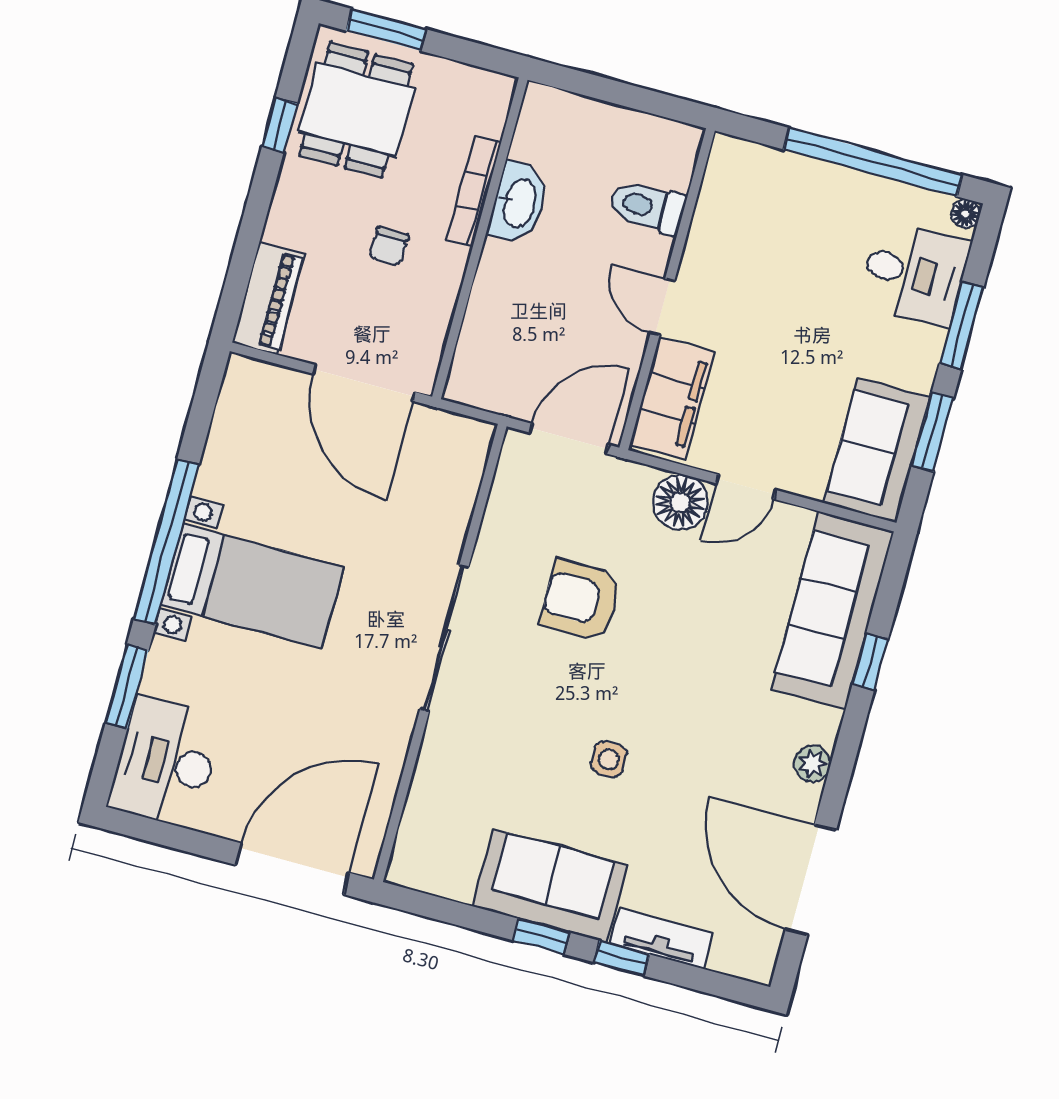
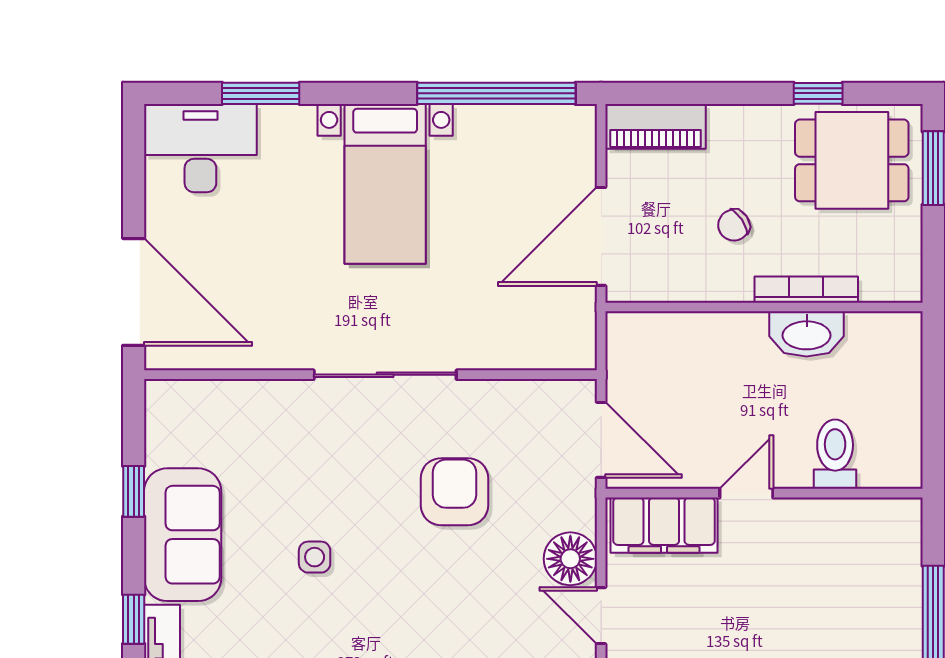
chair: (389, 246) -> (734, 225), turned -34
window: (166, 542) -> (496, 93), moved
window: (541, 936) -> (134, 491), moved

